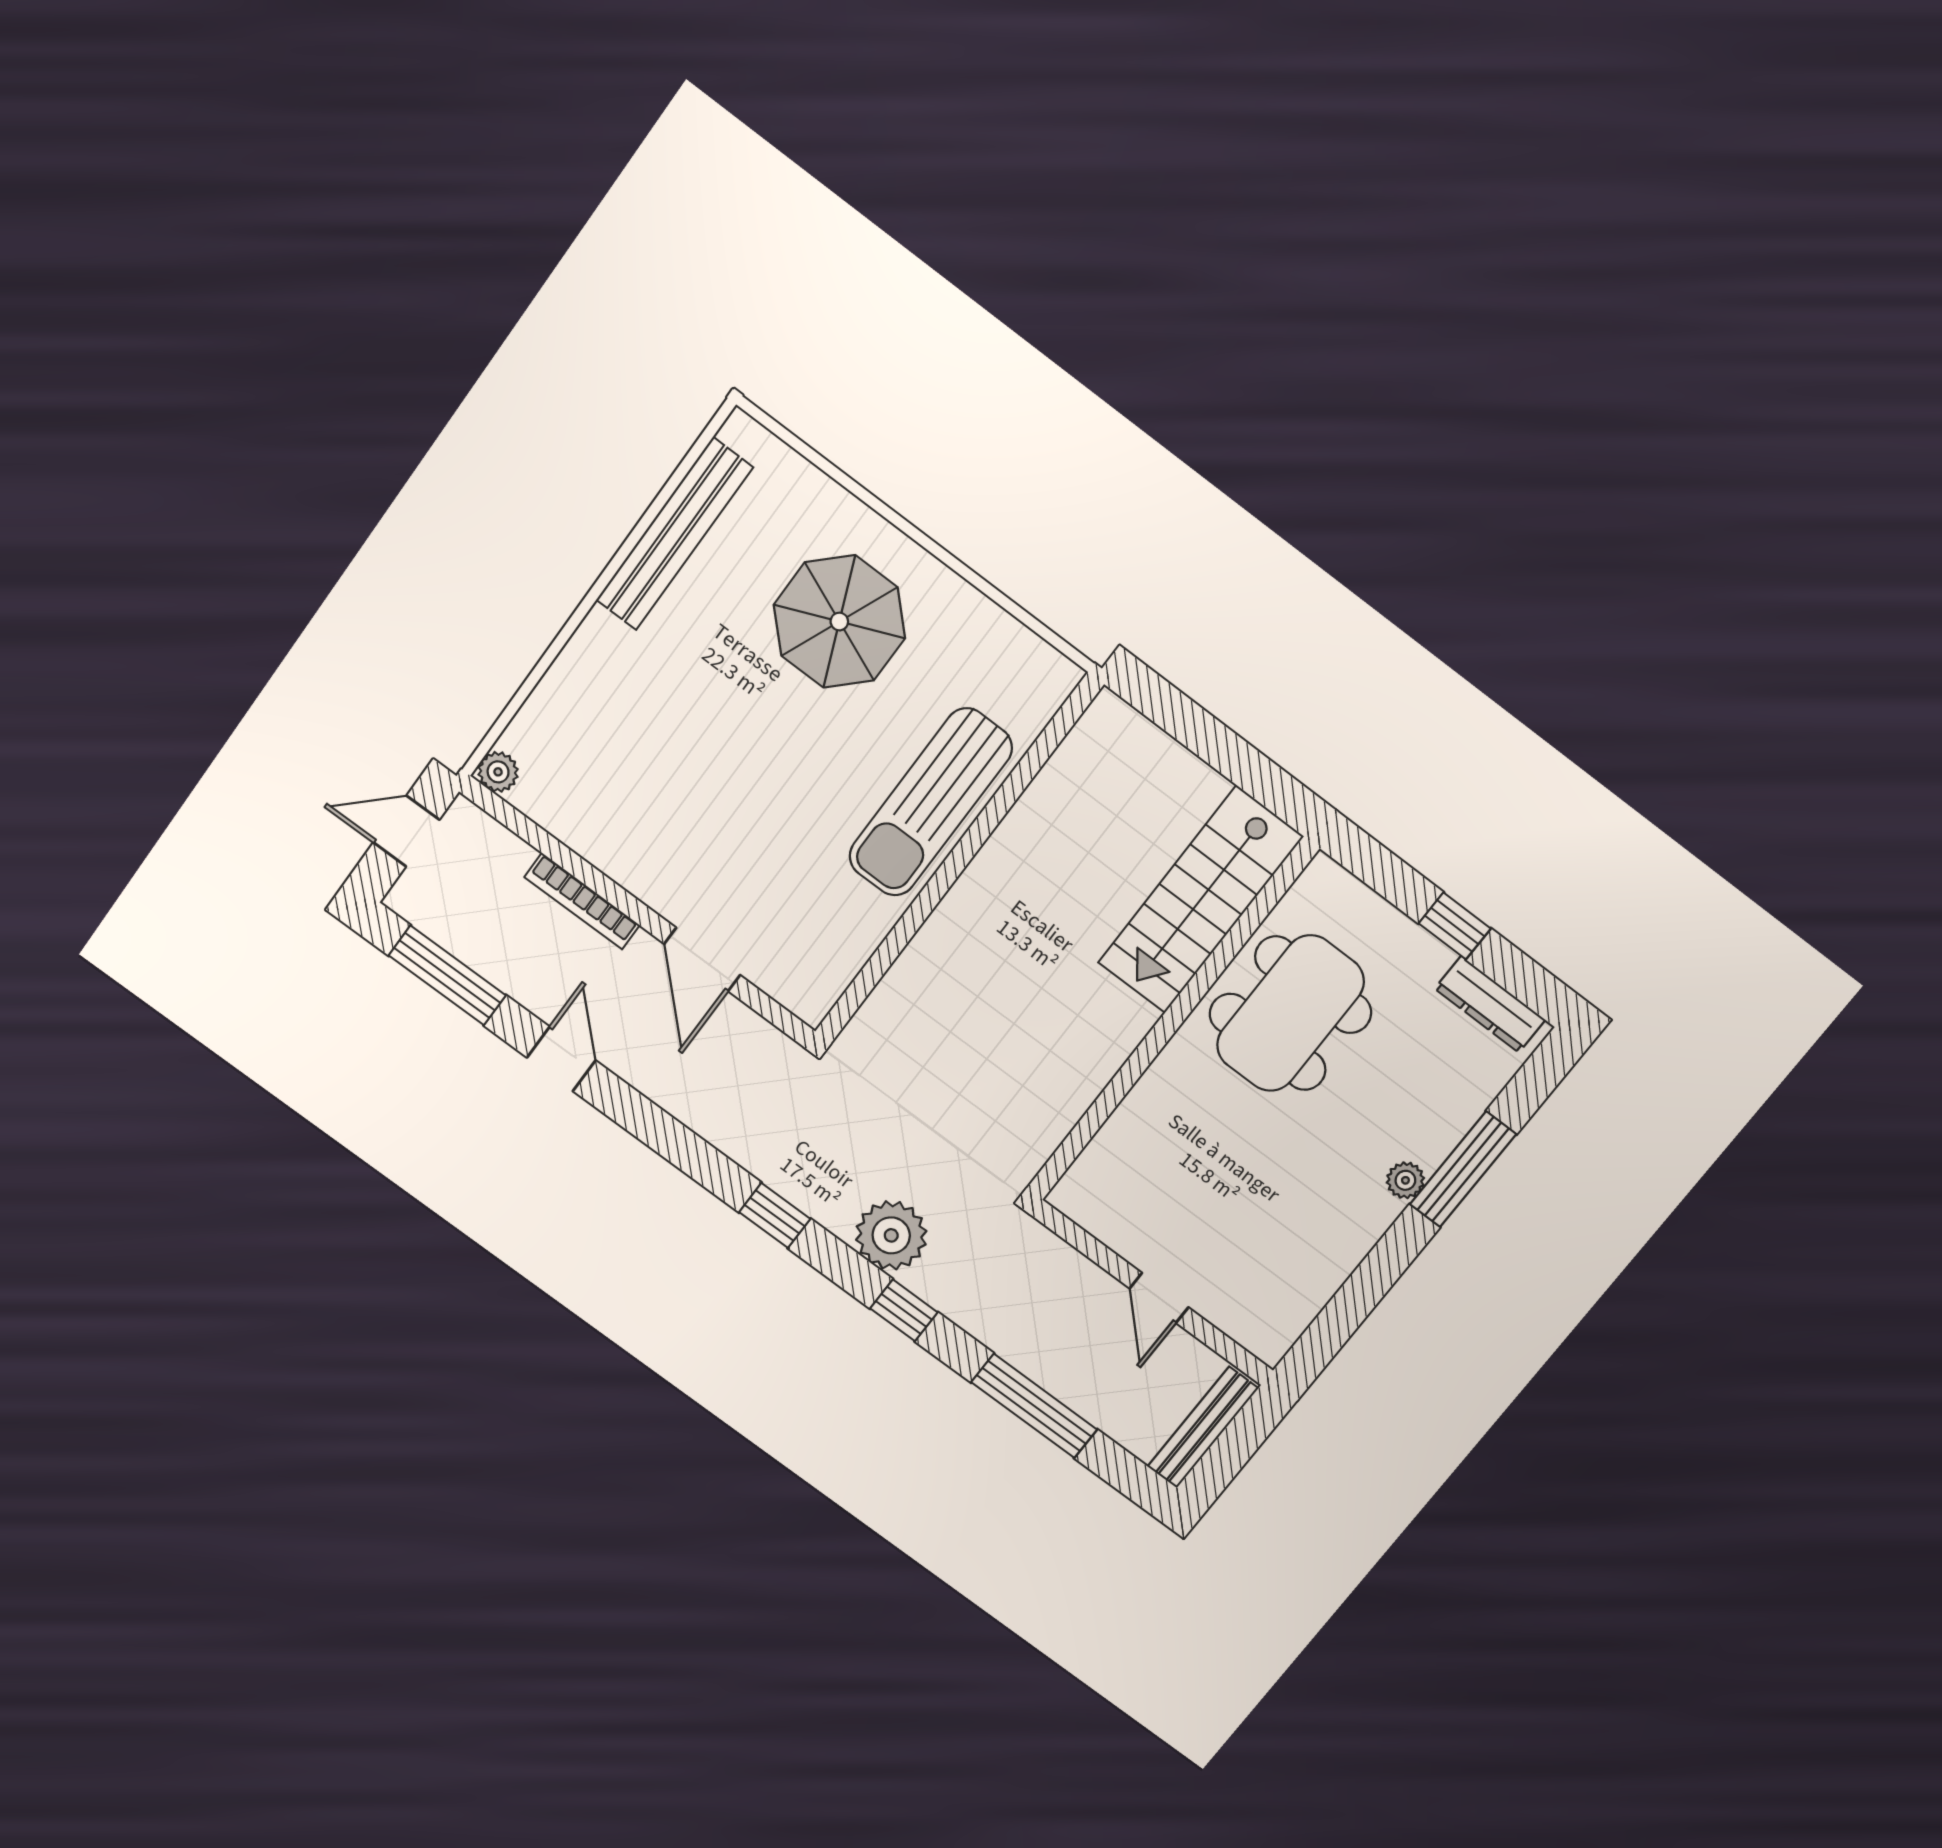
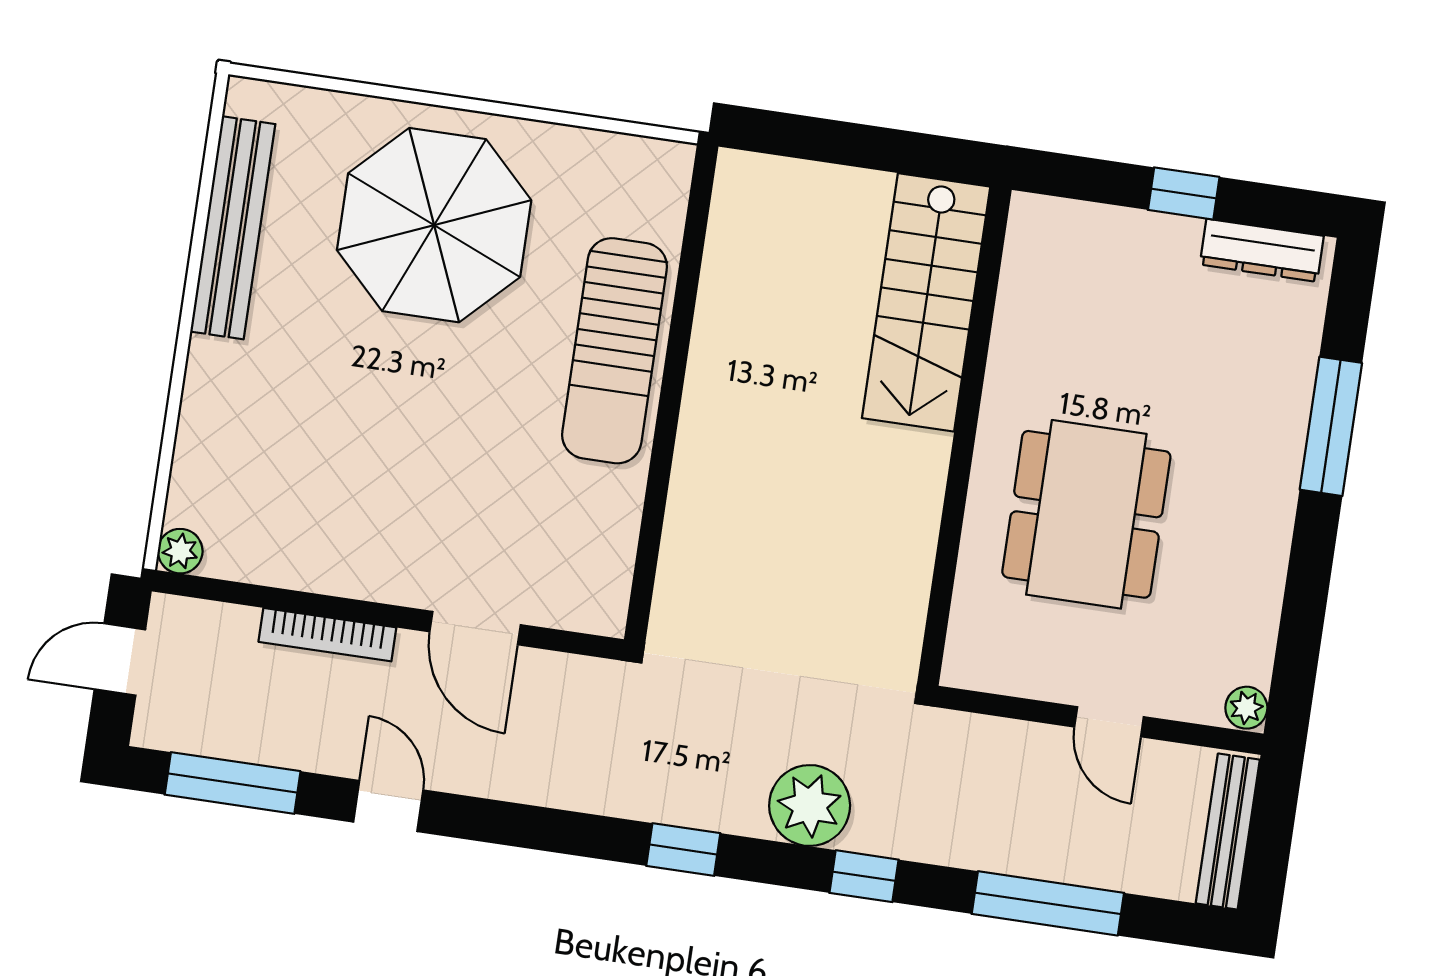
parasol: (839, 622) -> (434, 225), width x1.36, depth x1.36
dining table: (1290, 1013) -> (1086, 514), moved
plant: (1405, 1180) -> (1246, 708), moved

